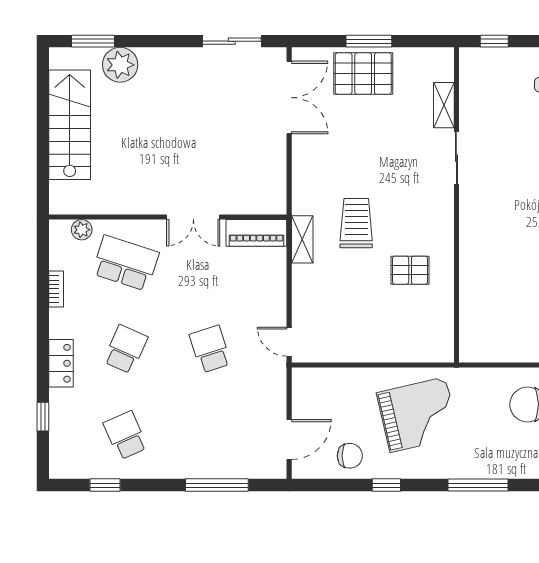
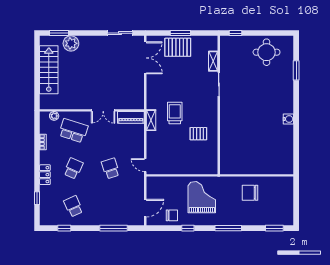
grand piano: (418, 415) -> (202, 197), turned -77

